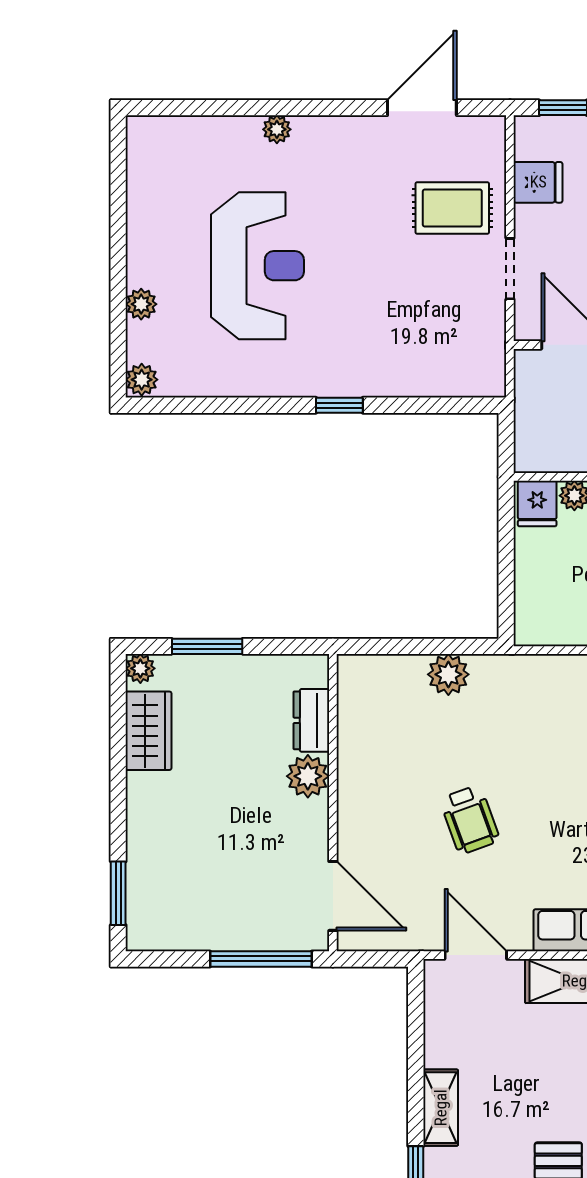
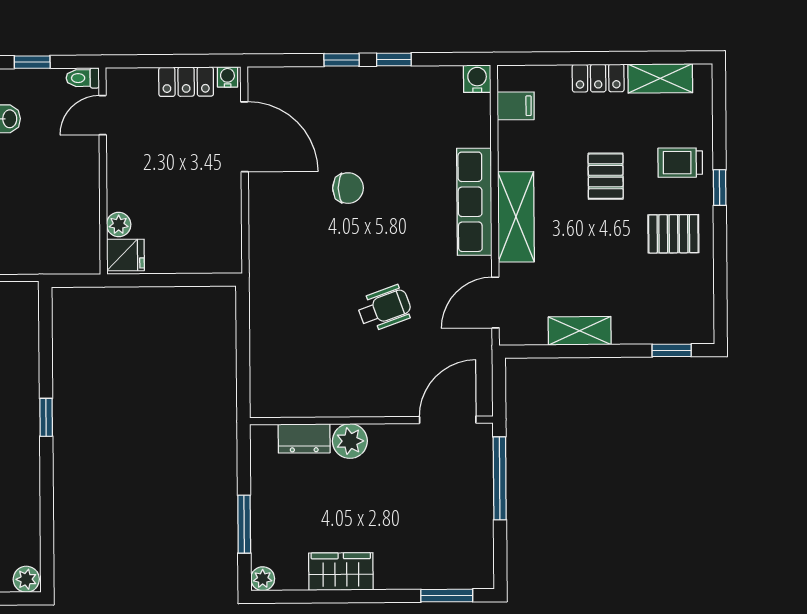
plant: (448, 674) -> (266, 327), removed
wardrobe: (149, 731) -> (341, 571), moved
shelving: (441, 1108) -> (580, 331), moved

